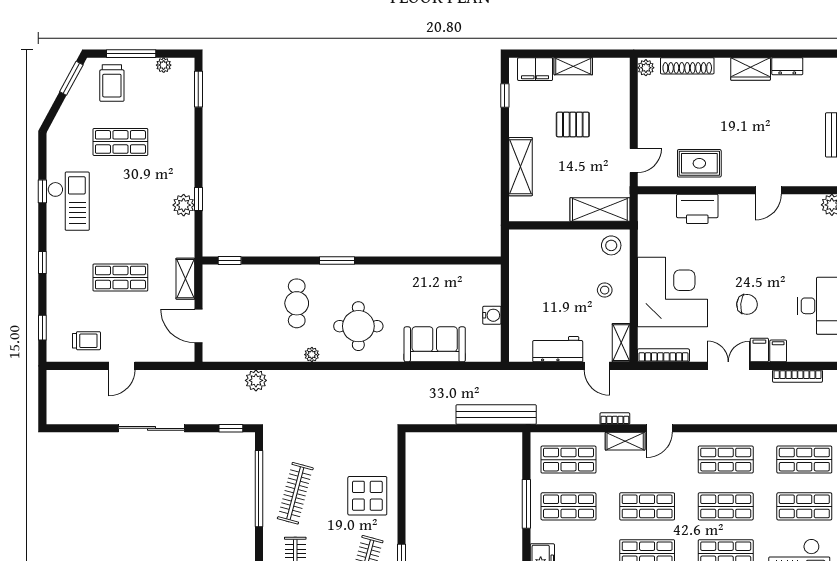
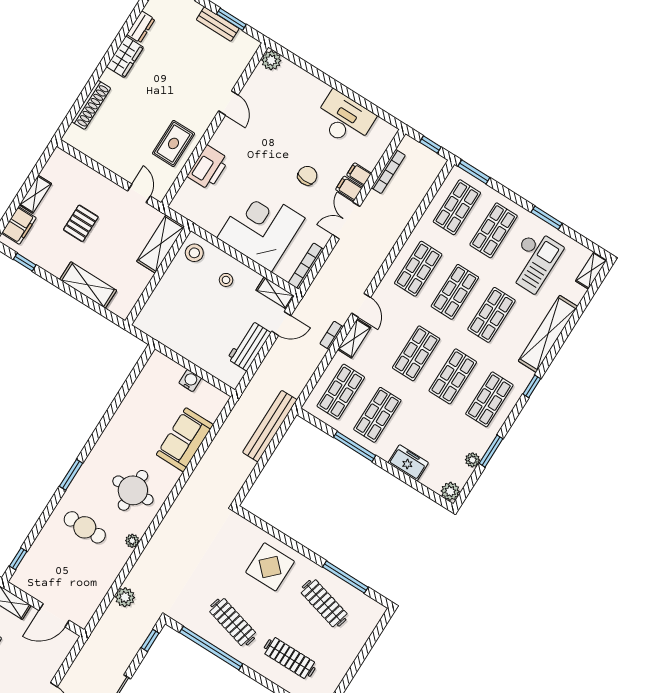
plant: (646, 68) -> (72, 138), removed

